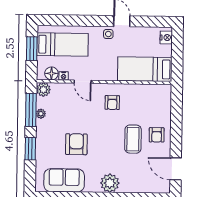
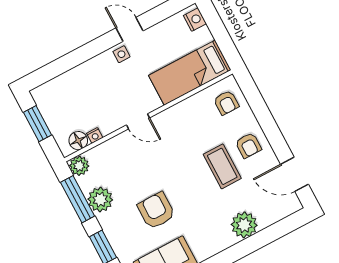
bed: (63, 44) -> (72, 98), removed
door: (83, 82) -> (138, 121), moved
armchair: (112, 103) -> (226, 103), moved
plant: (41, 114) -> (100, 200), width x1.88, depth x1.88
plant: (110, 183) -> (244, 225), moved

